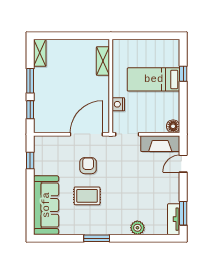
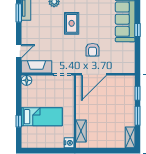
nightstand: (118, 104) -> (69, 143), moved
window: (30, 160) -> (138, 30), moved
rug: (87, 196) -> (72, 23), moved, turned 90

